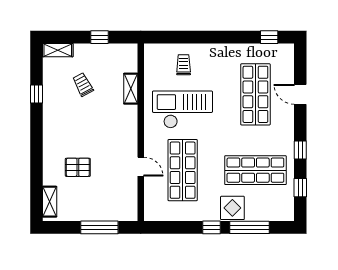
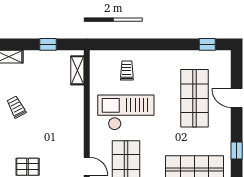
trolley: (83, 85) -> (16, 107), moved
shelving: (131, 89) -> (77, 70), moved

